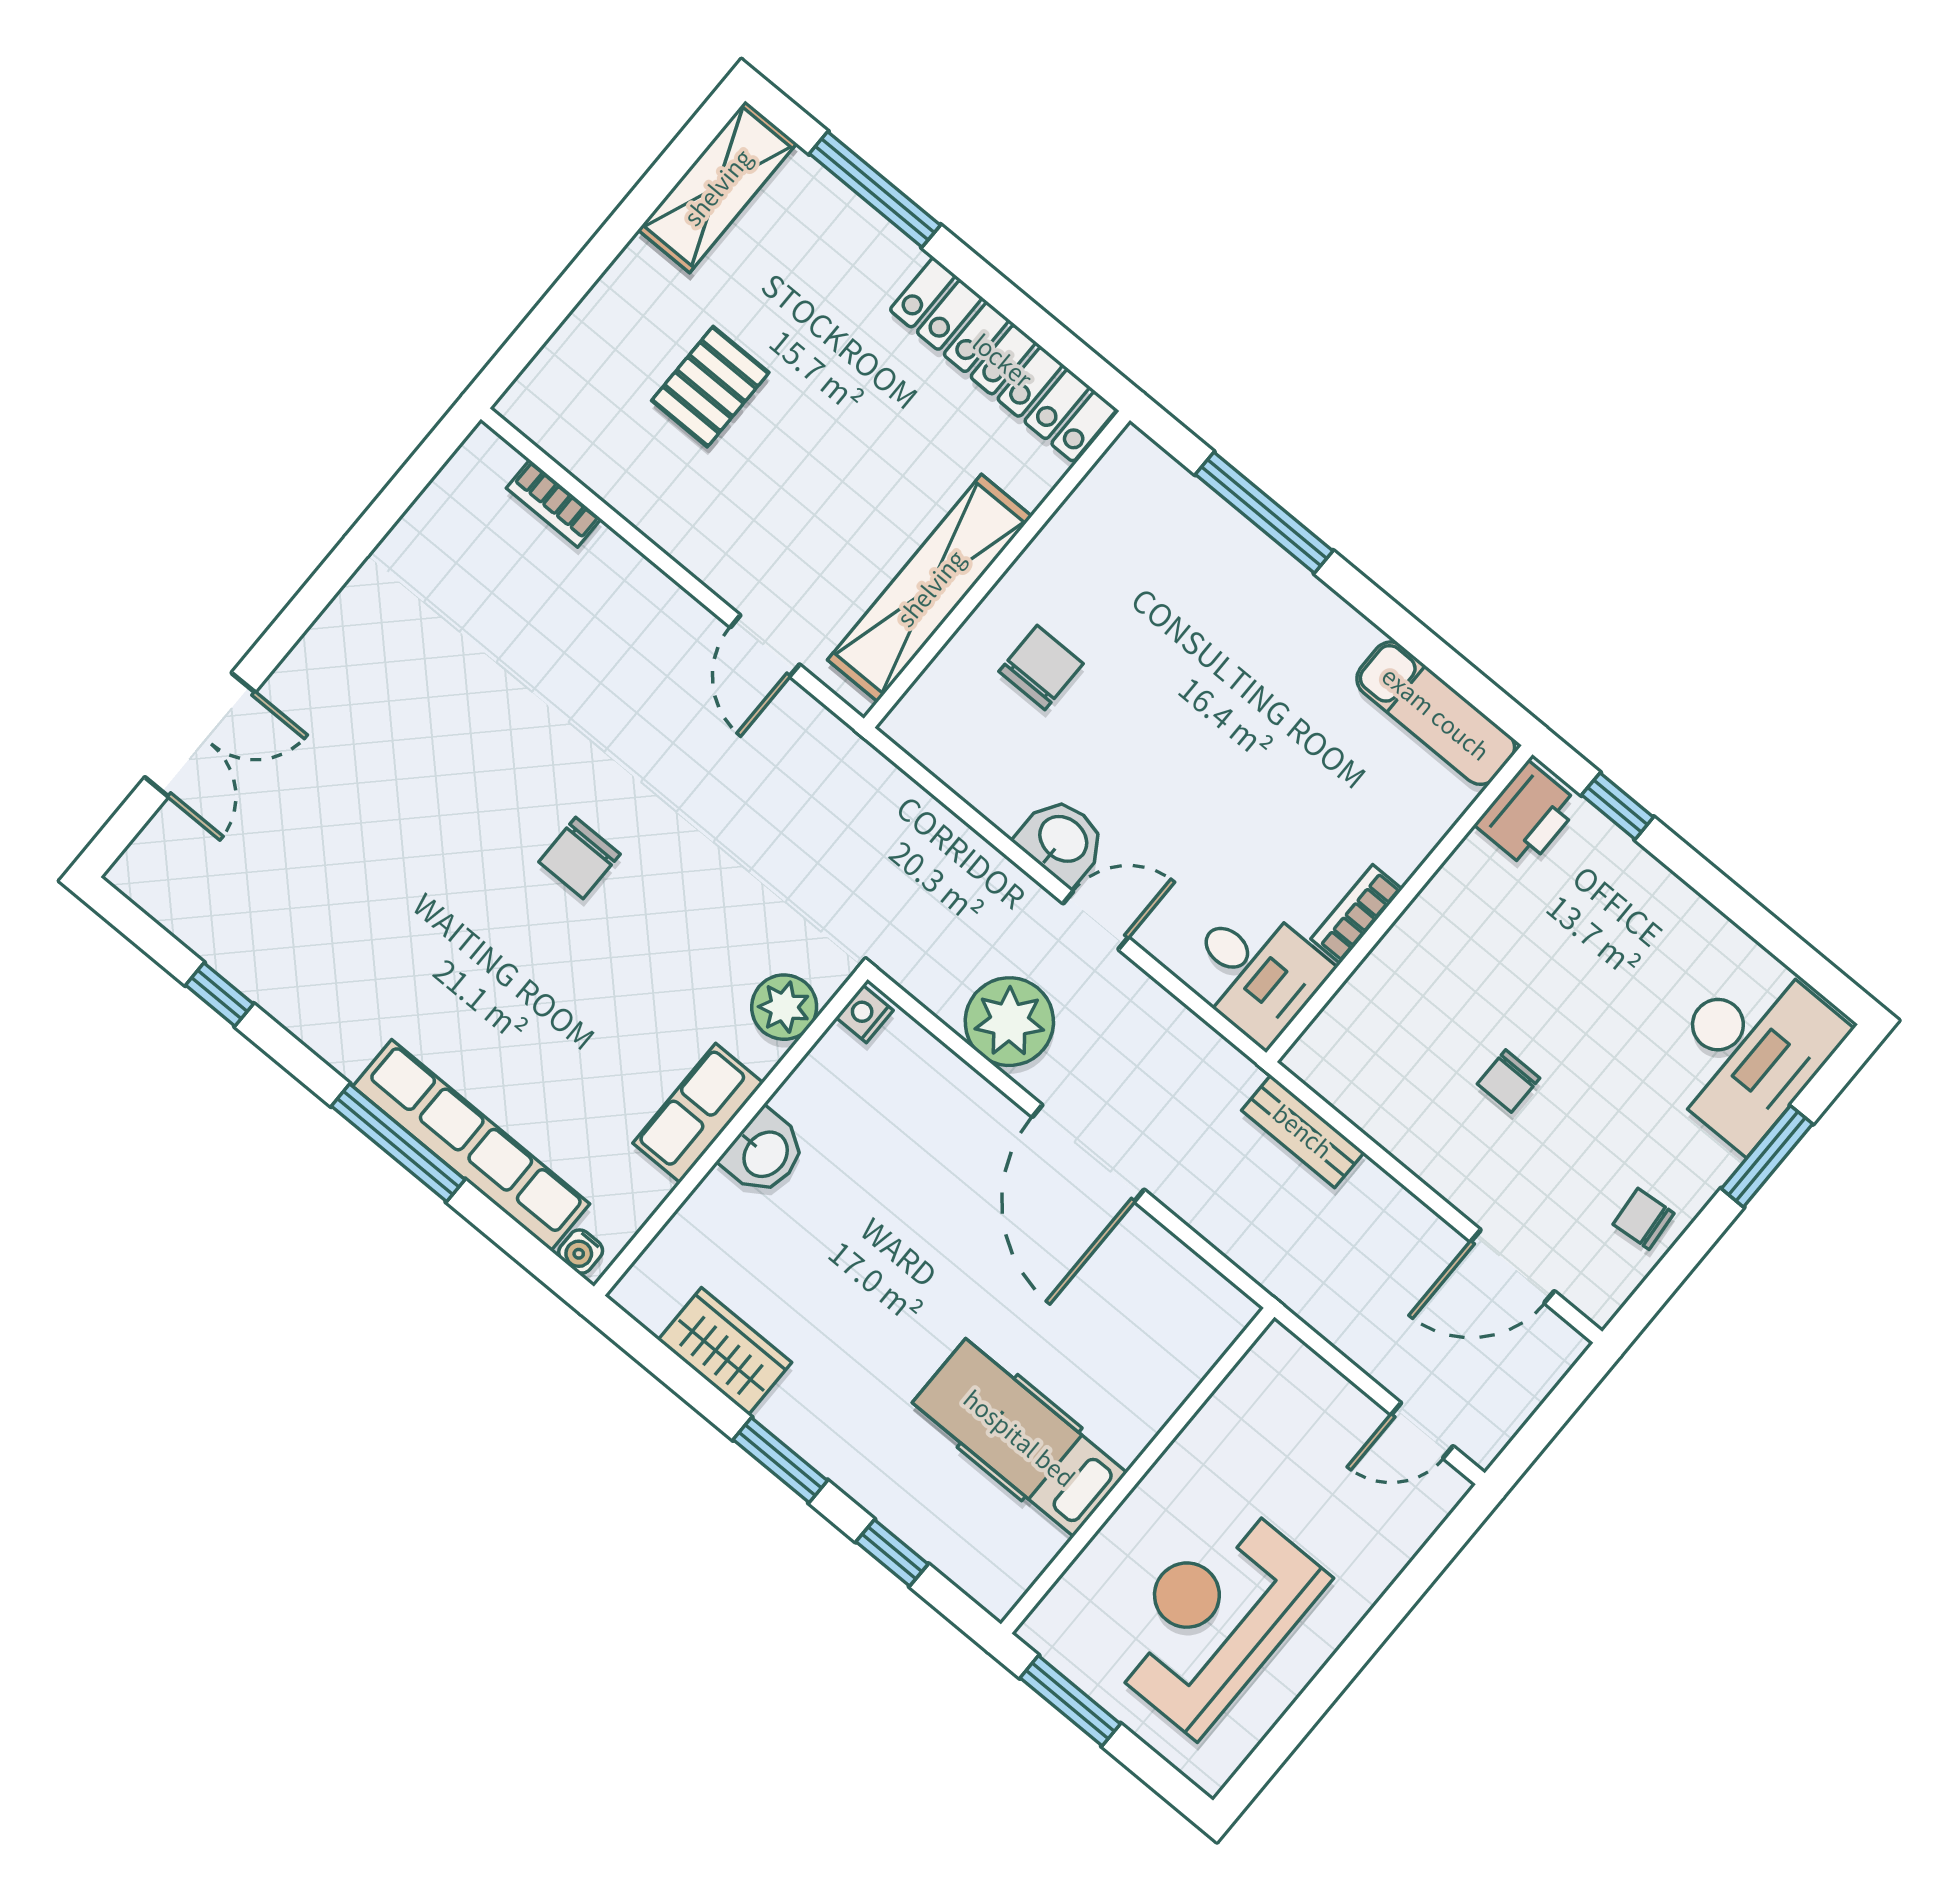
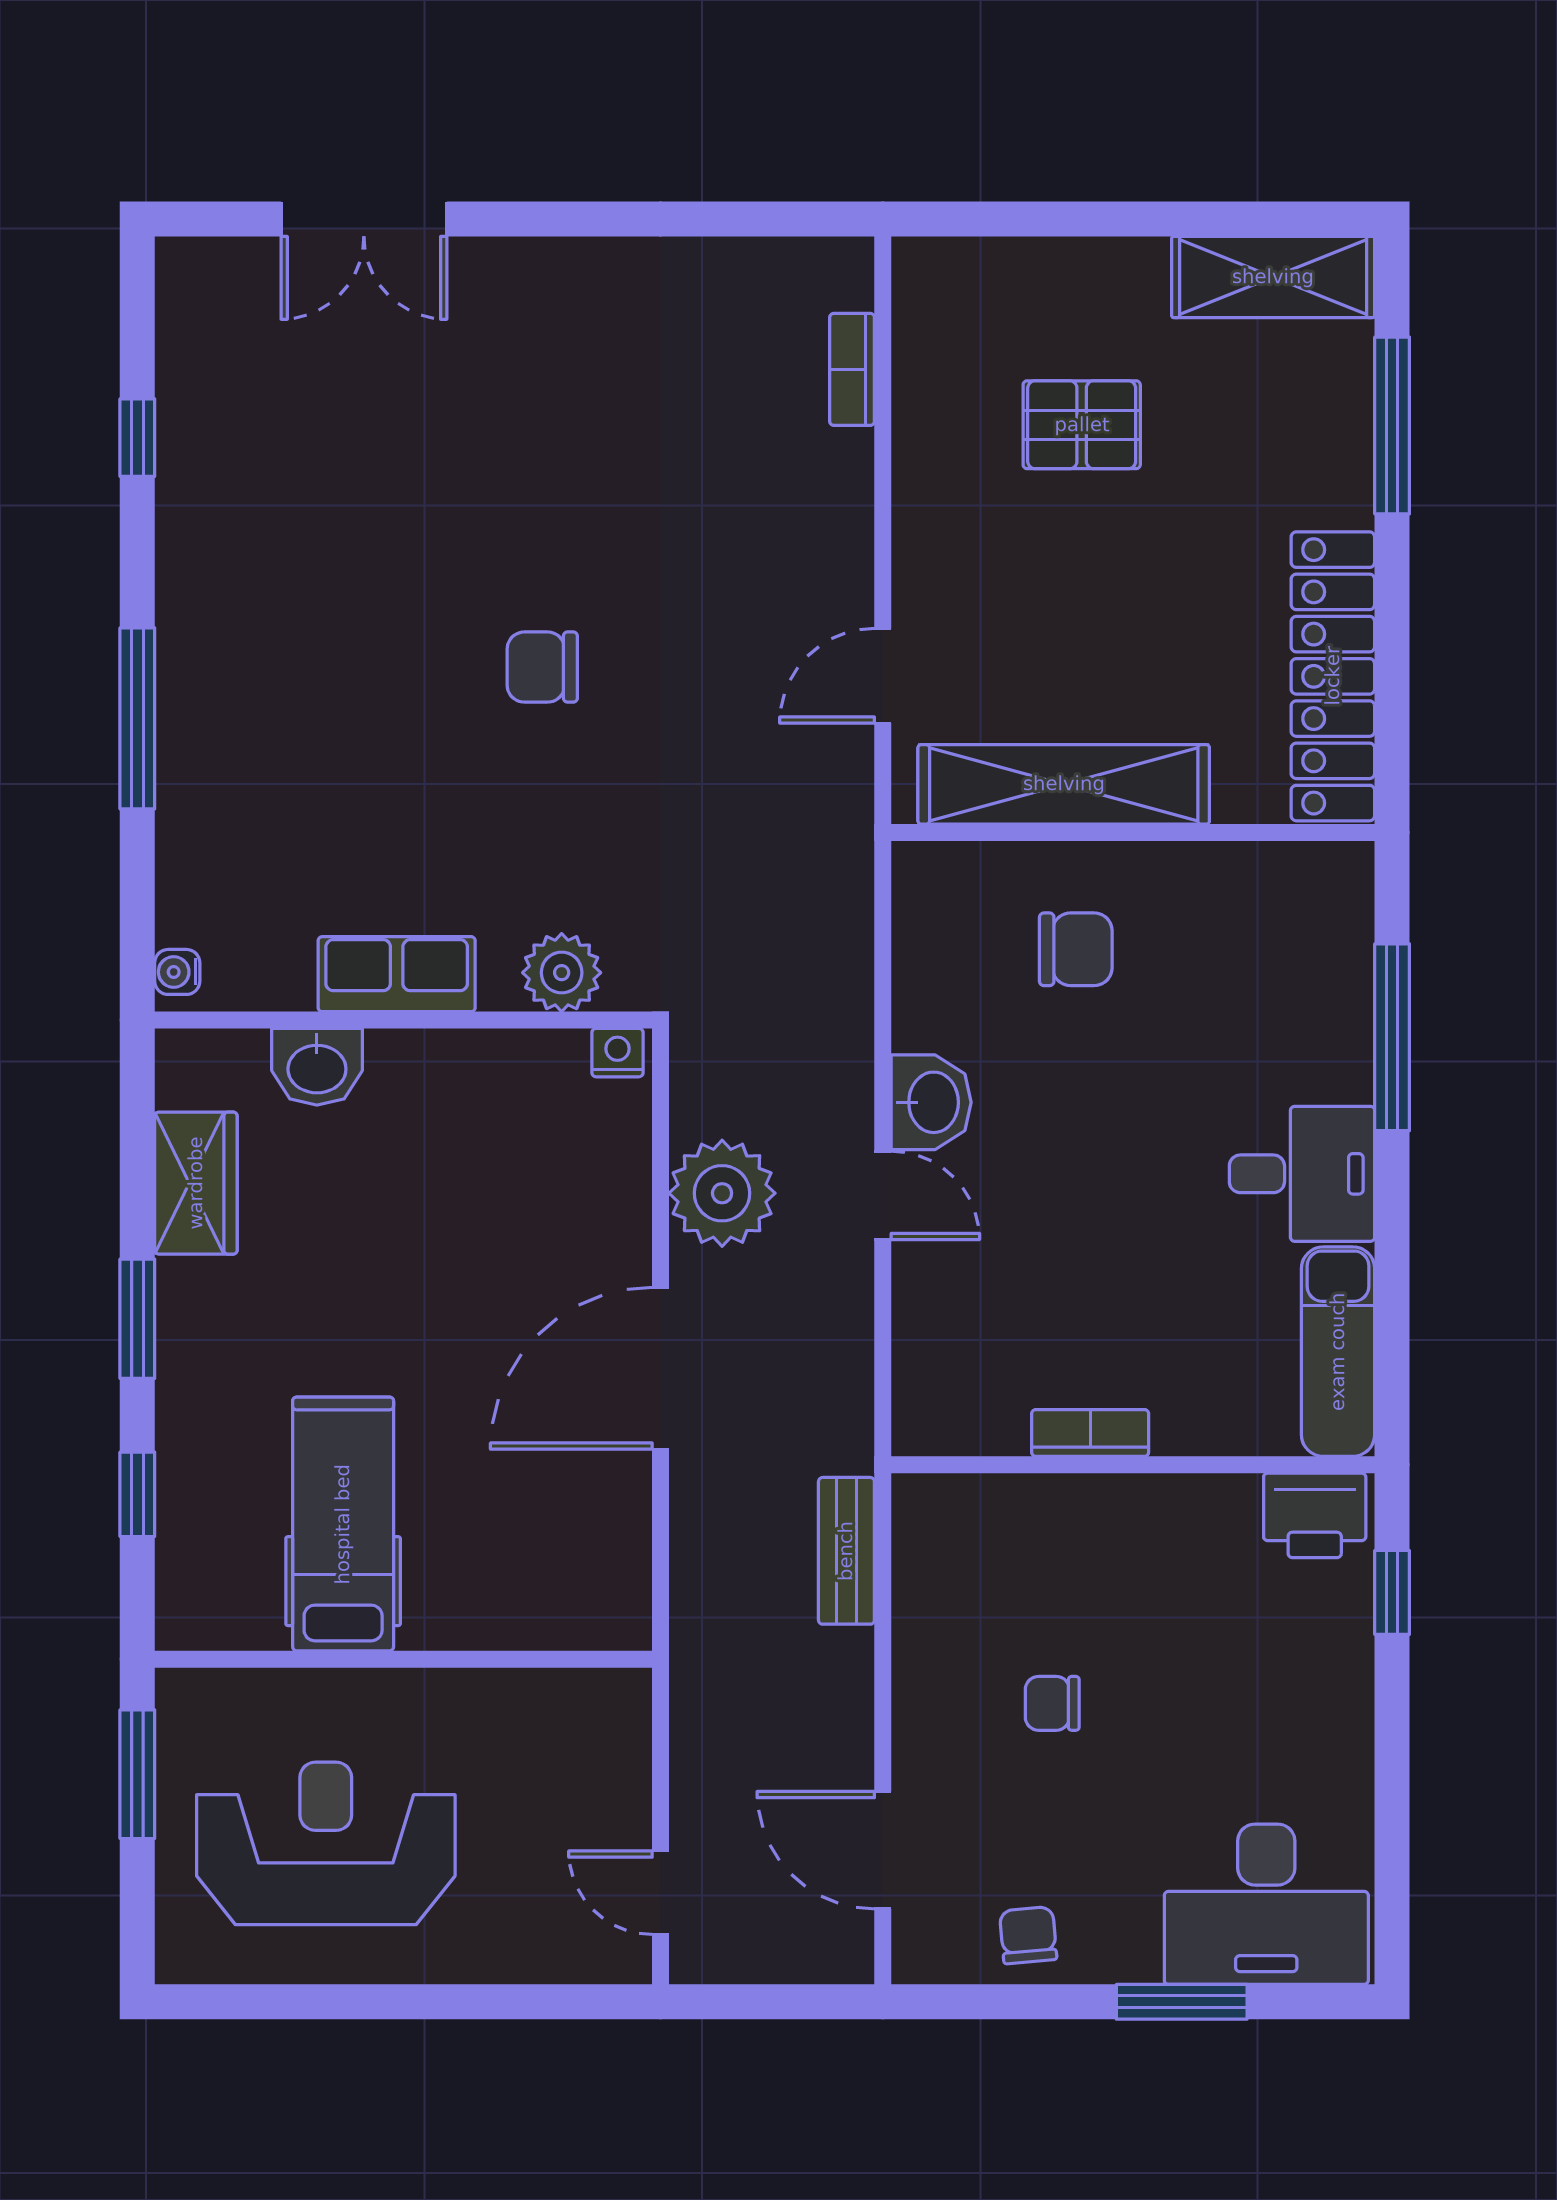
desk: (1256, 972) -> (1302, 1174), moved, turned -90
row of seats: (471, 1145) -> (192, 788), removed
washbasin: (764, 1153) -> (317, 1067), moved

